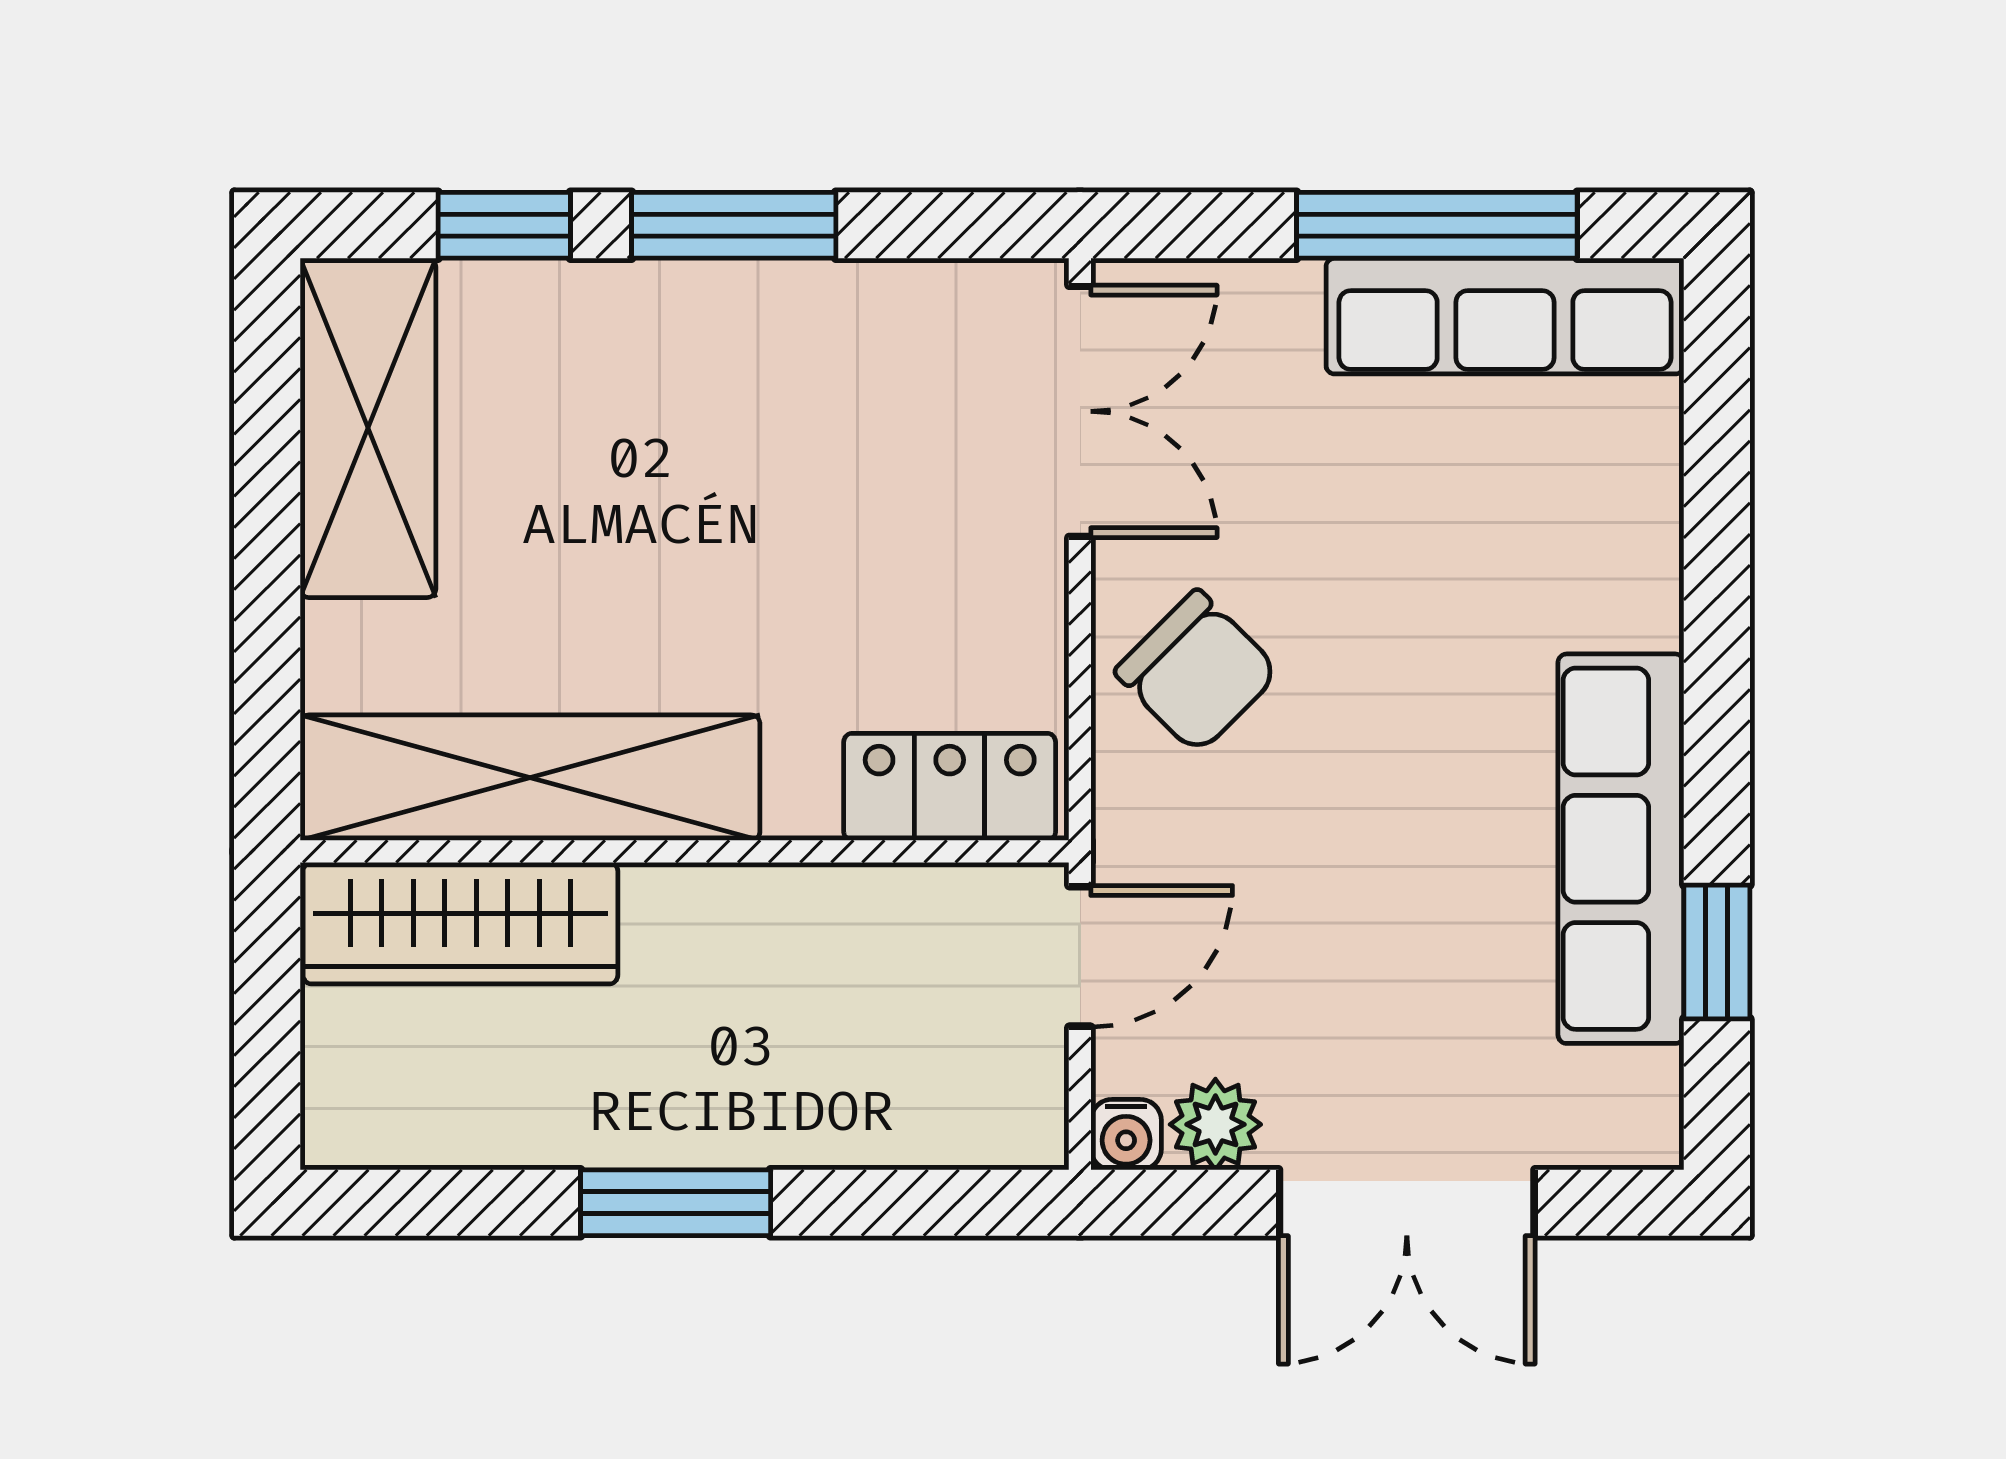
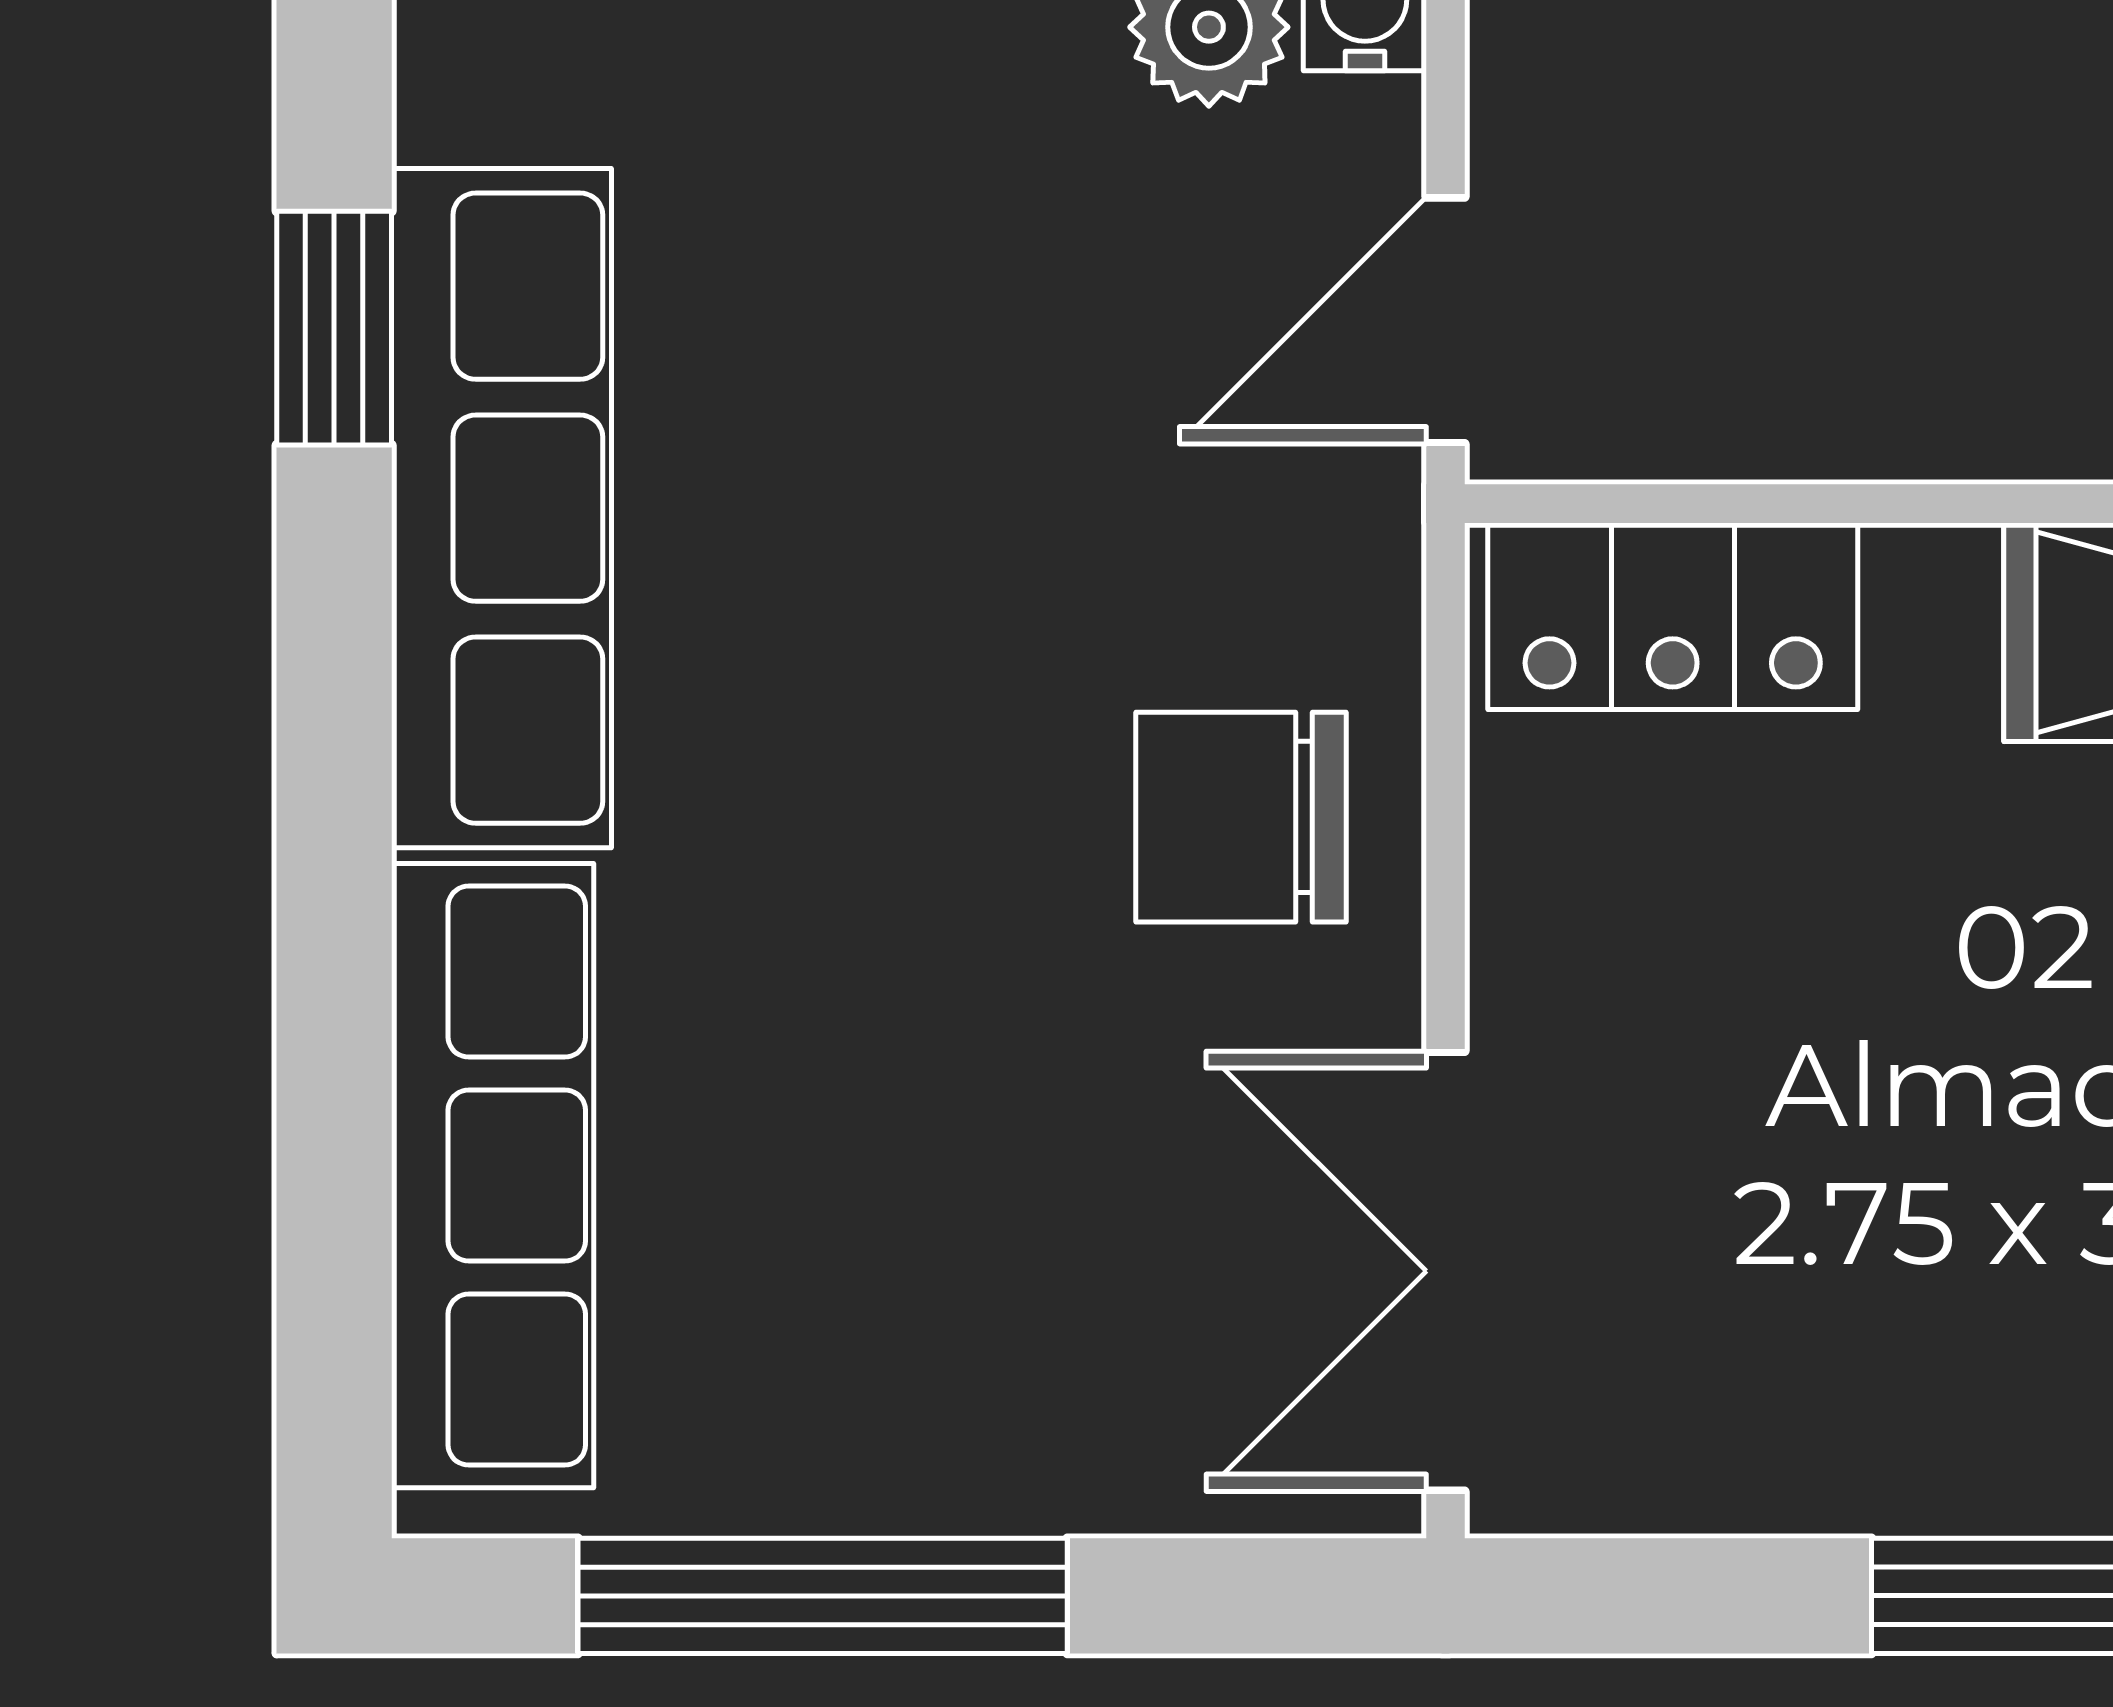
row of seats: (1505, 316) -> (493, 1176), moved, turned 90
chair: (1197, 672) -> (1241, 817), turned -45

